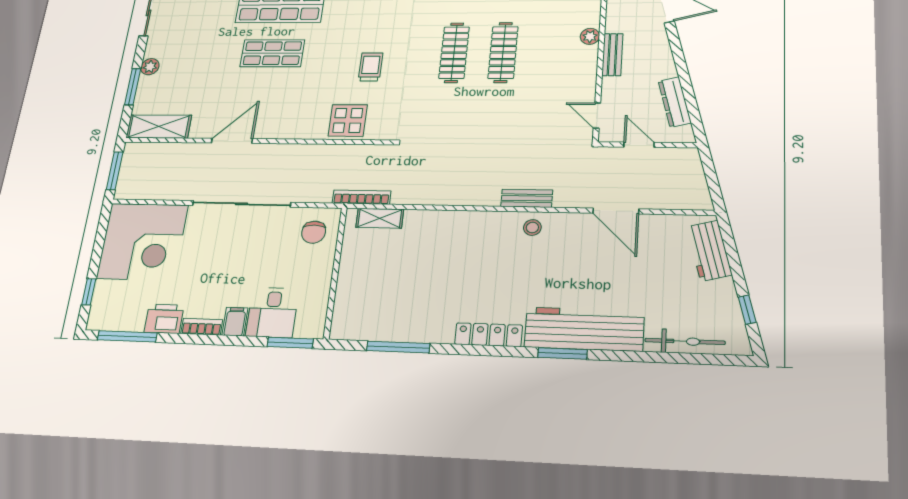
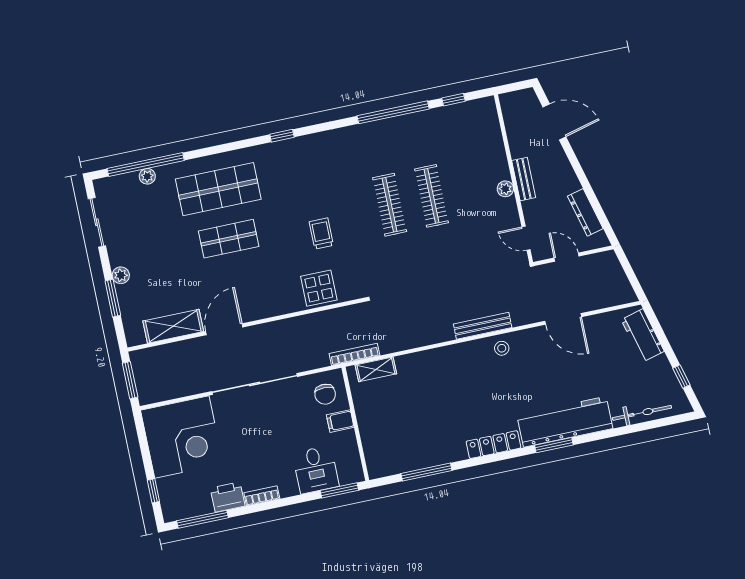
plant: (590, 36) -> (505, 189), moved
shelving: (159, 127) -> (173, 326), moved
bench: (527, 198) -> (483, 326), width x1.36
filing cabinet: (235, 322) -> (340, 421), moved, turned -90

